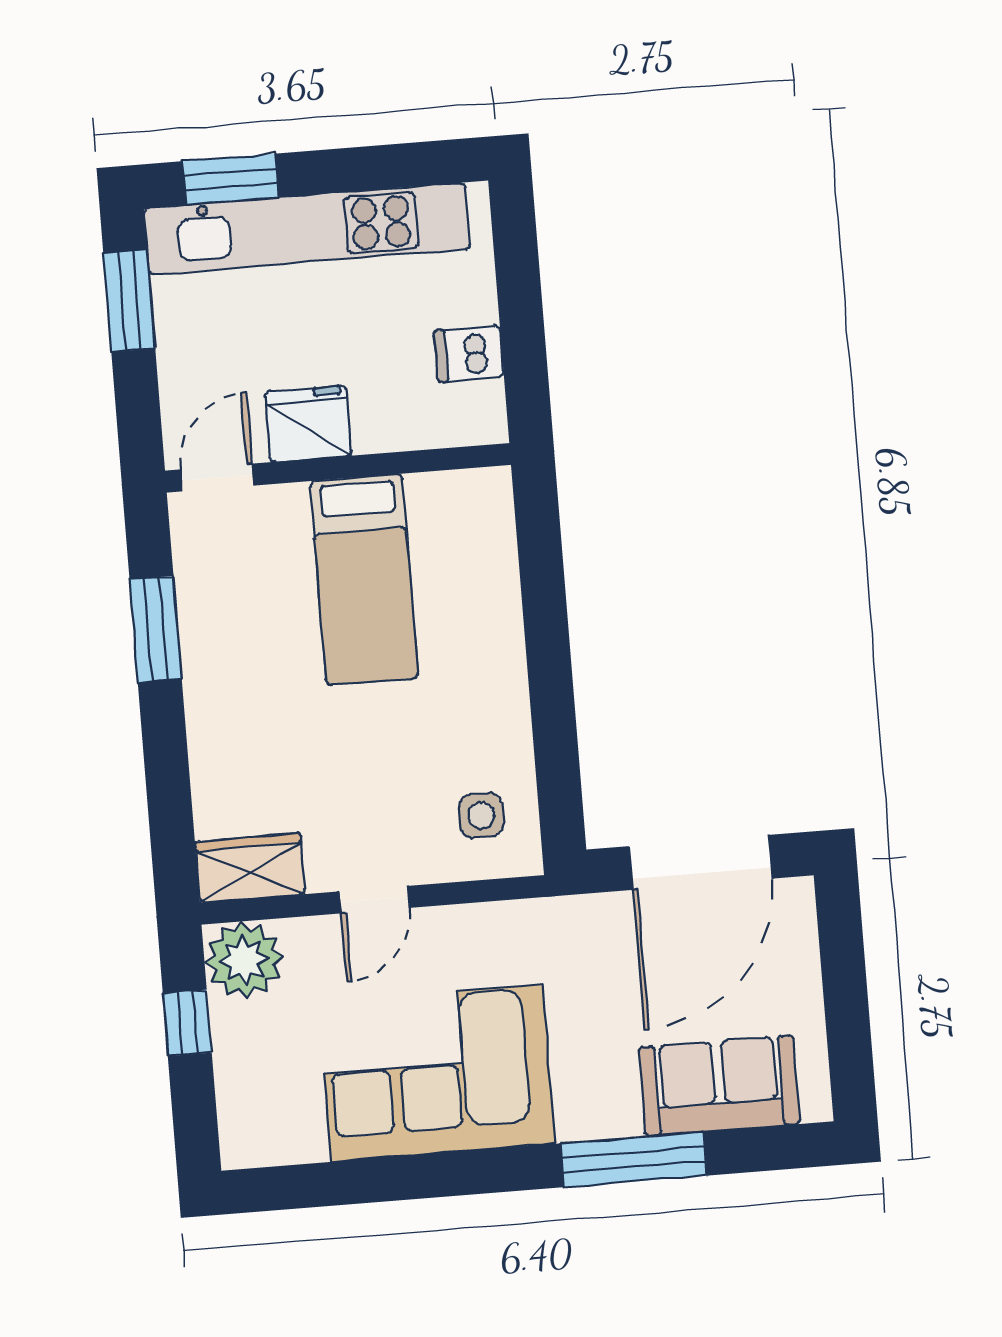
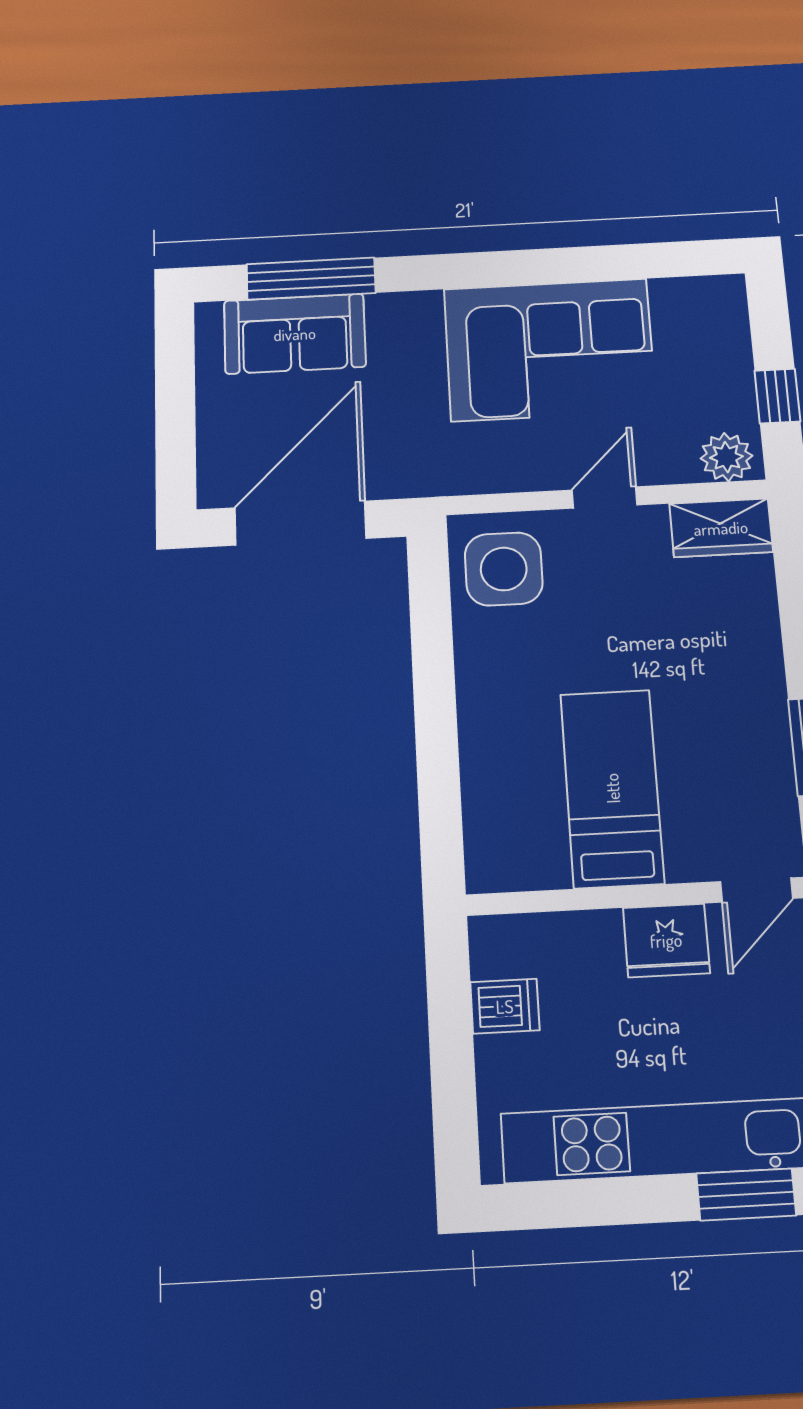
side table: (481, 816) -> (504, 569), width x1.87, depth x1.87
plant: (244, 960) -> (726, 457), width x0.73, depth x0.73
window: (634, 1159) -> (311, 279), moved

